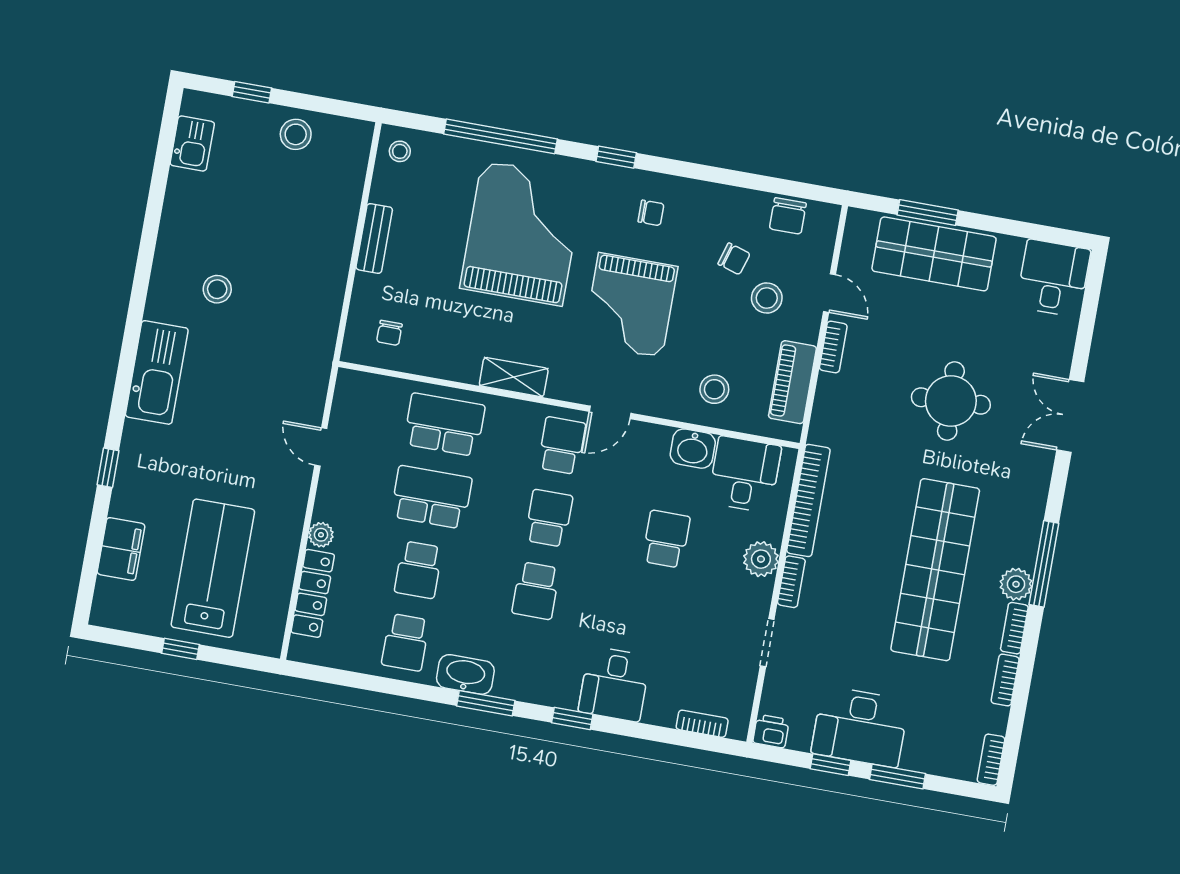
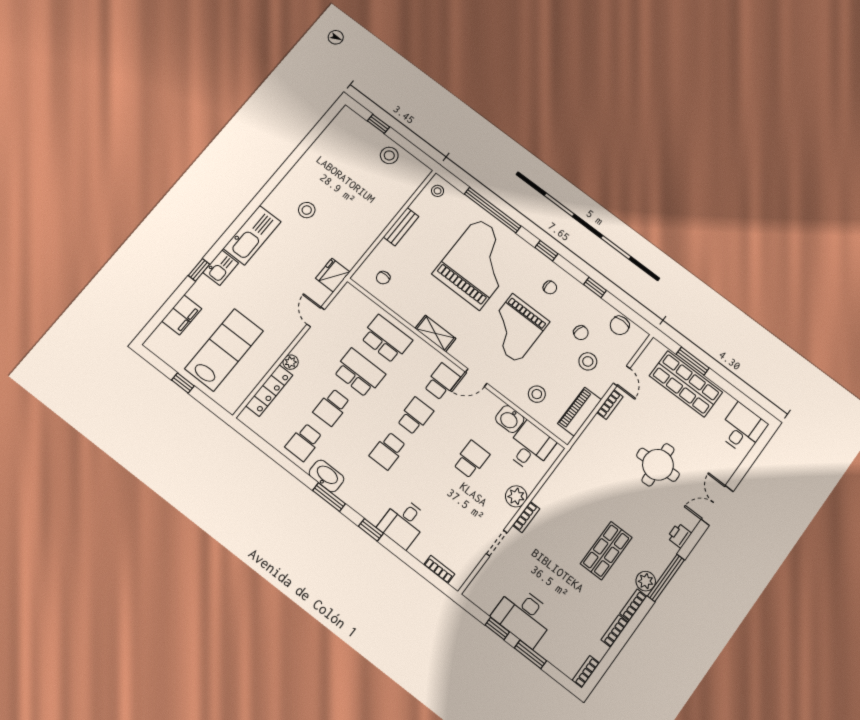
kitchen sink: (192, 144) -> (221, 268), moved
window: (721, 176) -> (595, 287), added
fridge: (312, 369) -> (333, 275), added
bookcase: (808, 500) -> (557, 478), removed
shop shelf: (935, 570) -> (606, 551), width x0.50, depth x0.74
printer: (771, 731) -> (679, 535), moved, turned -90

